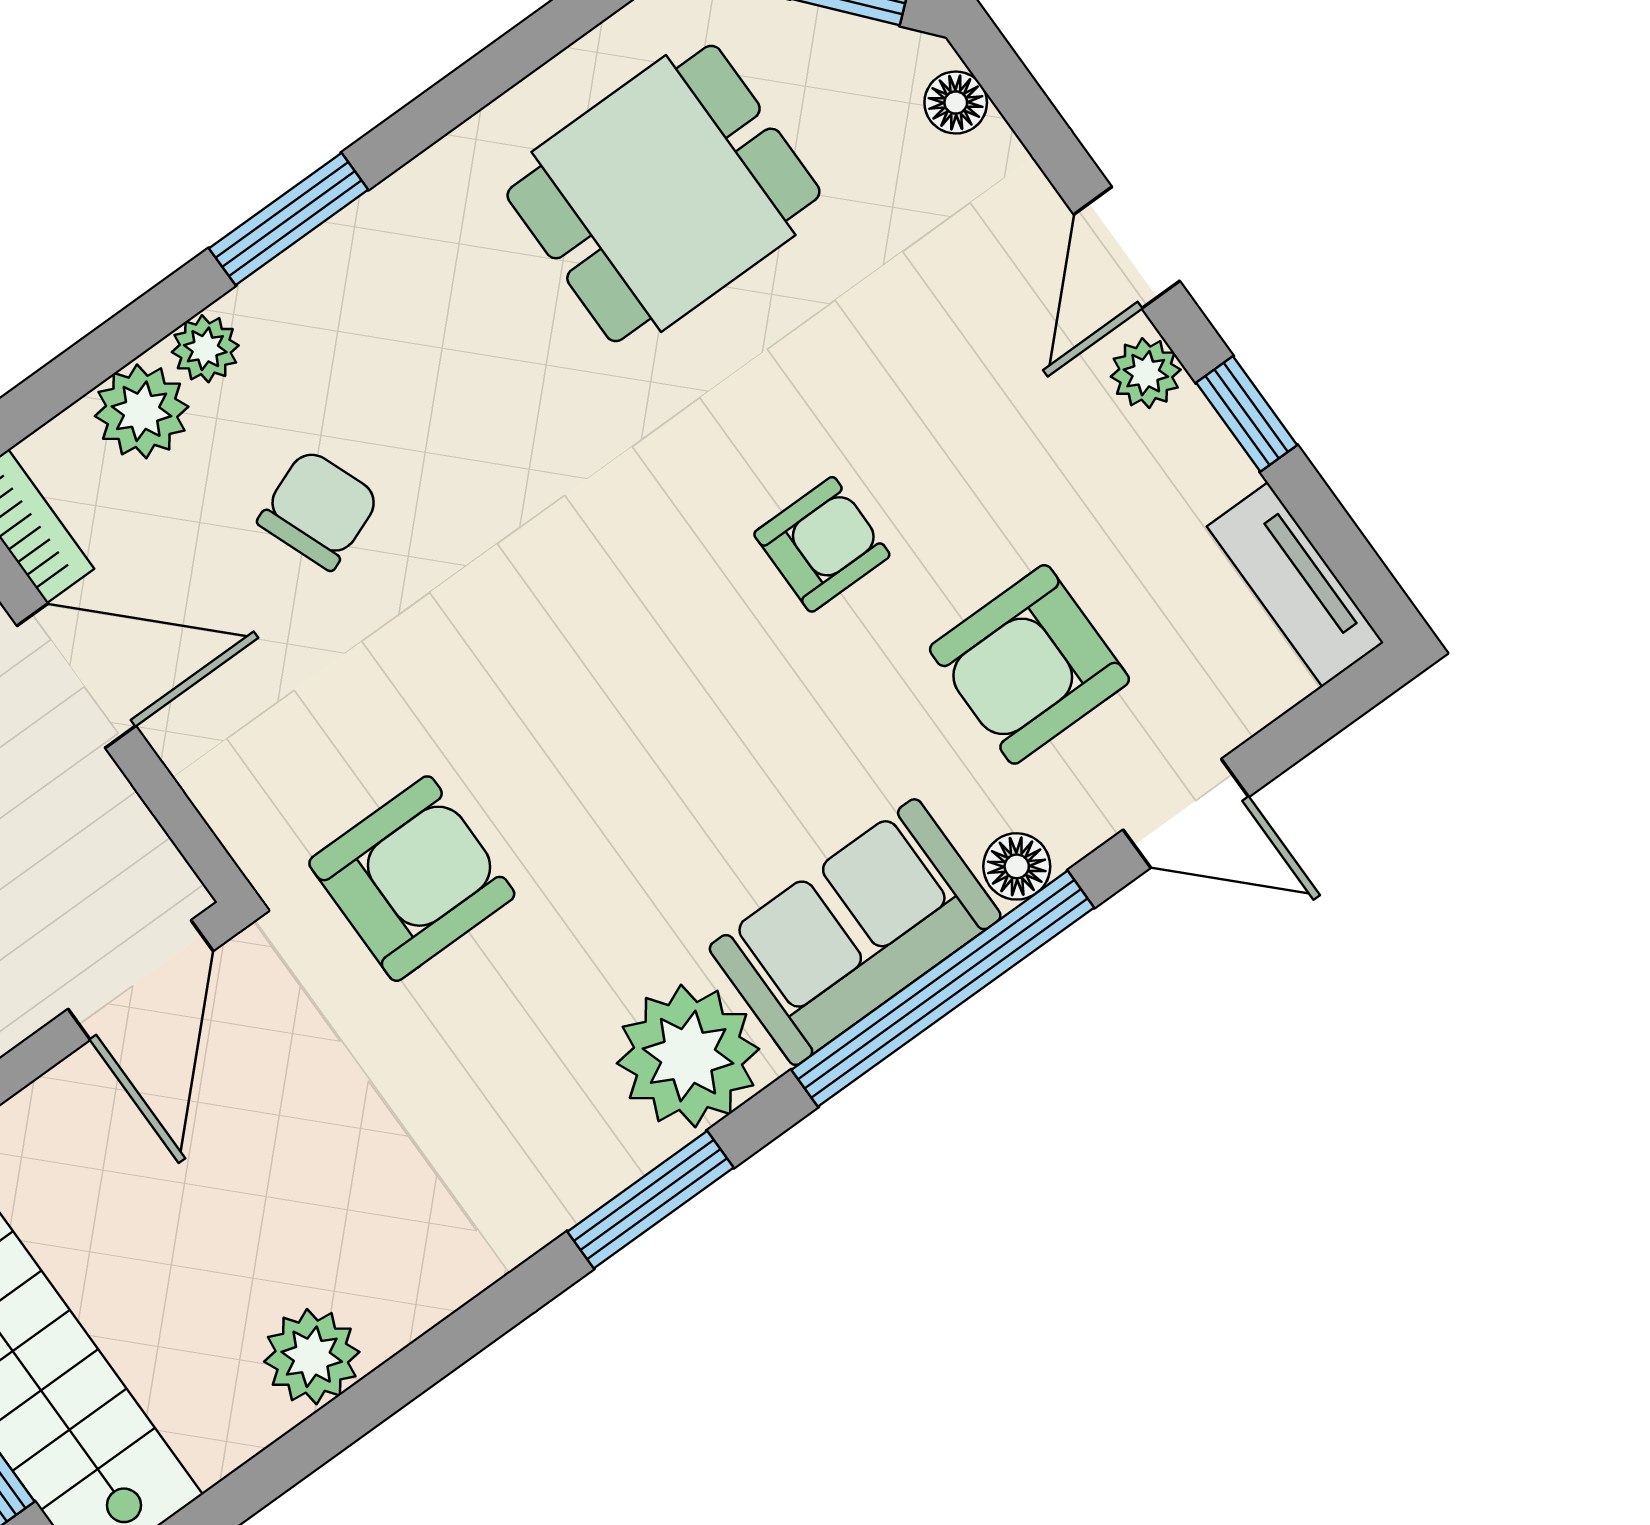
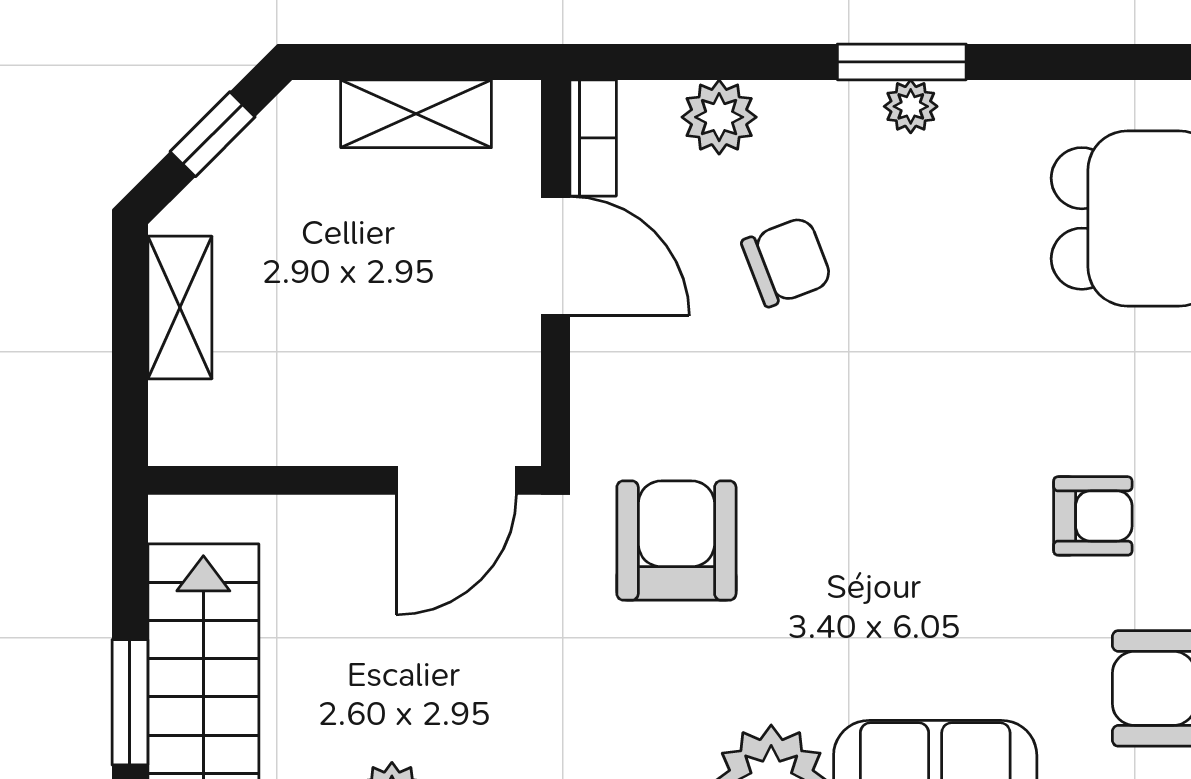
plant: (205, 349) -> (911, 106), moved
armchair: (412, 879) -> (676, 541), turned -90

